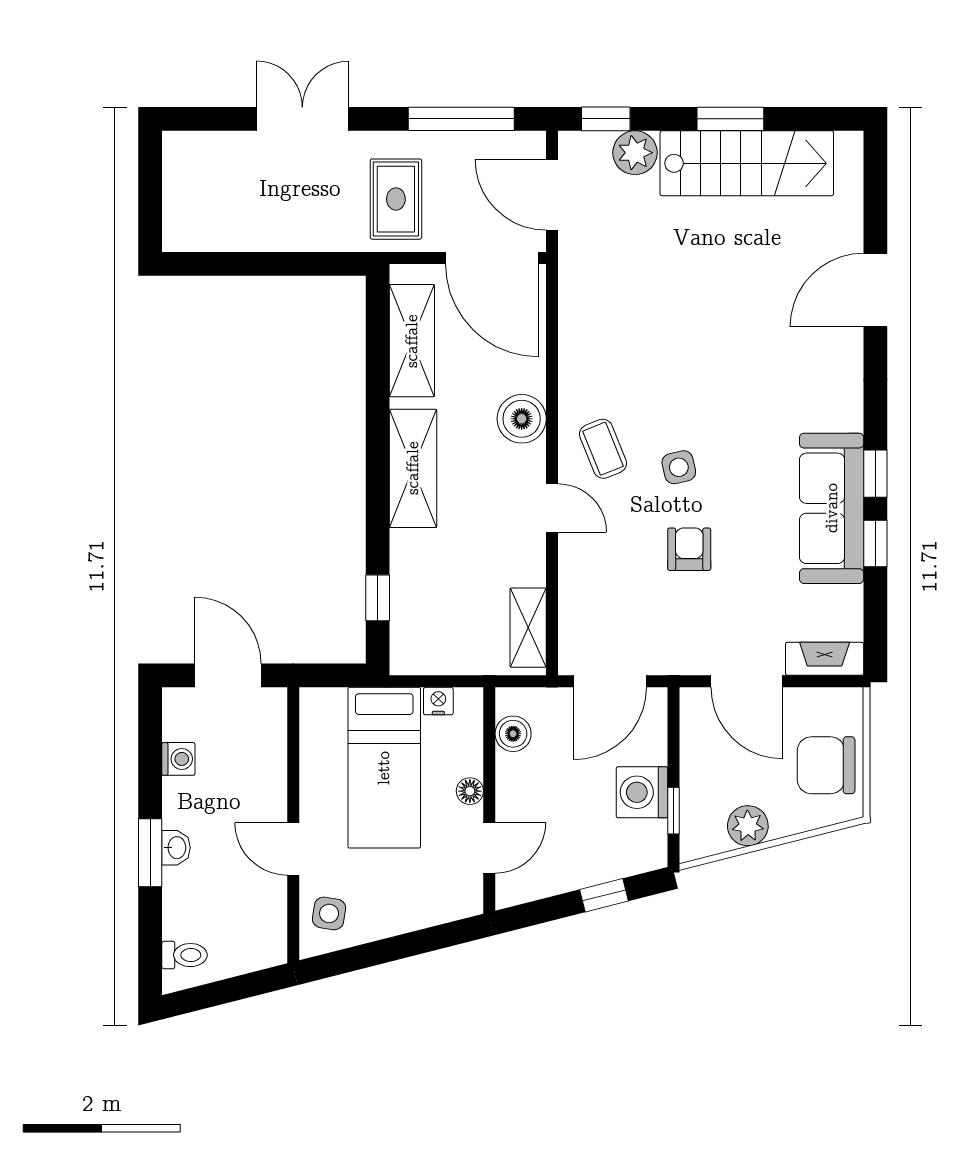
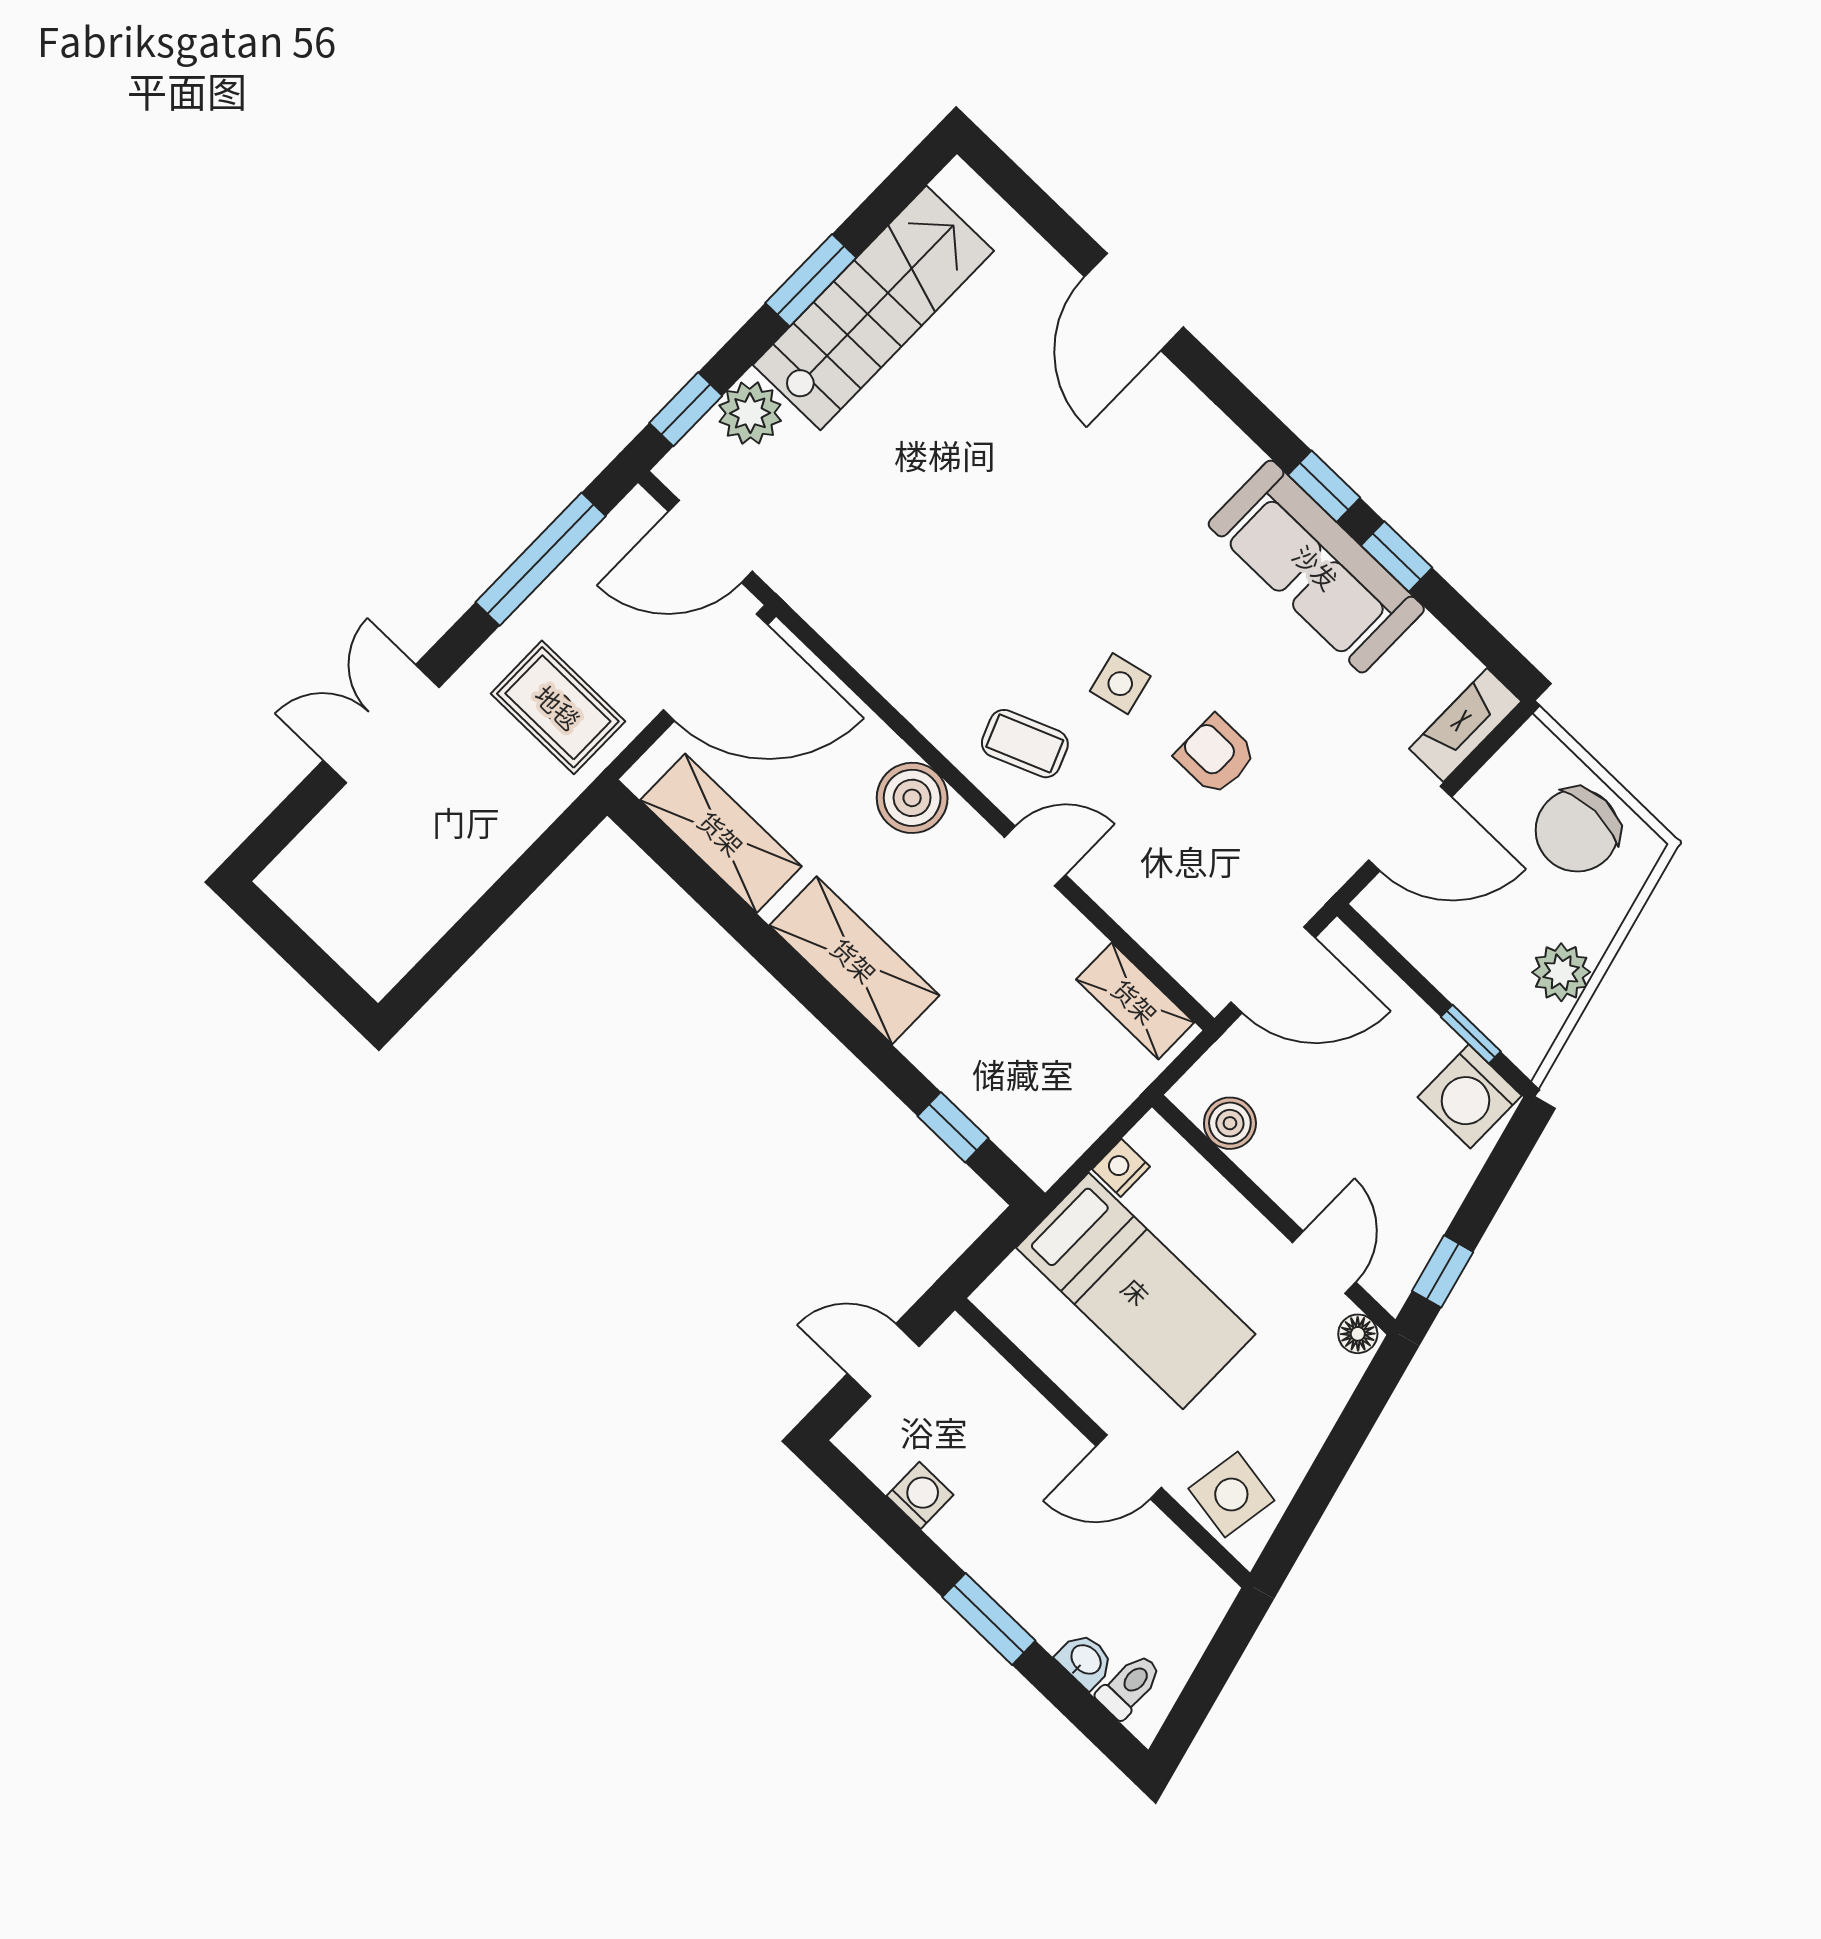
door: (228, 675) -> (883, 1360), width x0.73
door: (610, 681) -> (1273, 970), hinge flipped
floor lamp: (470, 791) -> (1358, 1334), moved
washing machine: (642, 792) -> (1470, 1096), moved
washbasin: (176, 848) -> (1085, 1660), moved
window: (604, 895) -> (1443, 1271), moved
side table: (329, 913) -> (1231, 1494), width x1.37, depth x1.37

